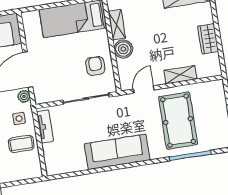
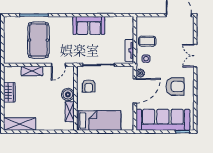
sofa: (117, 152) -> (89, 25), width x0.73

